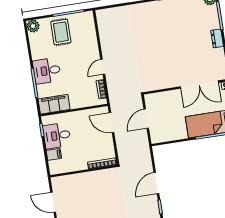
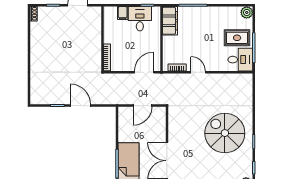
spiral stairs: (161, 29) -> (225, 133), added
desk: (47, 71) -> (240, 60), moved, turned 90
door: (146, 119) -> (143, 106), swing flipped

